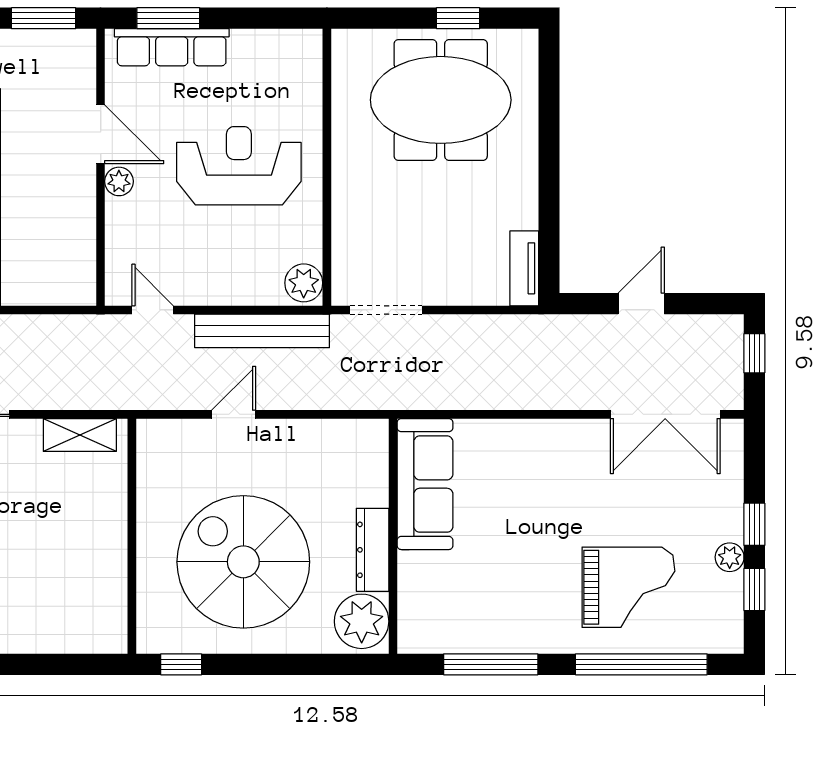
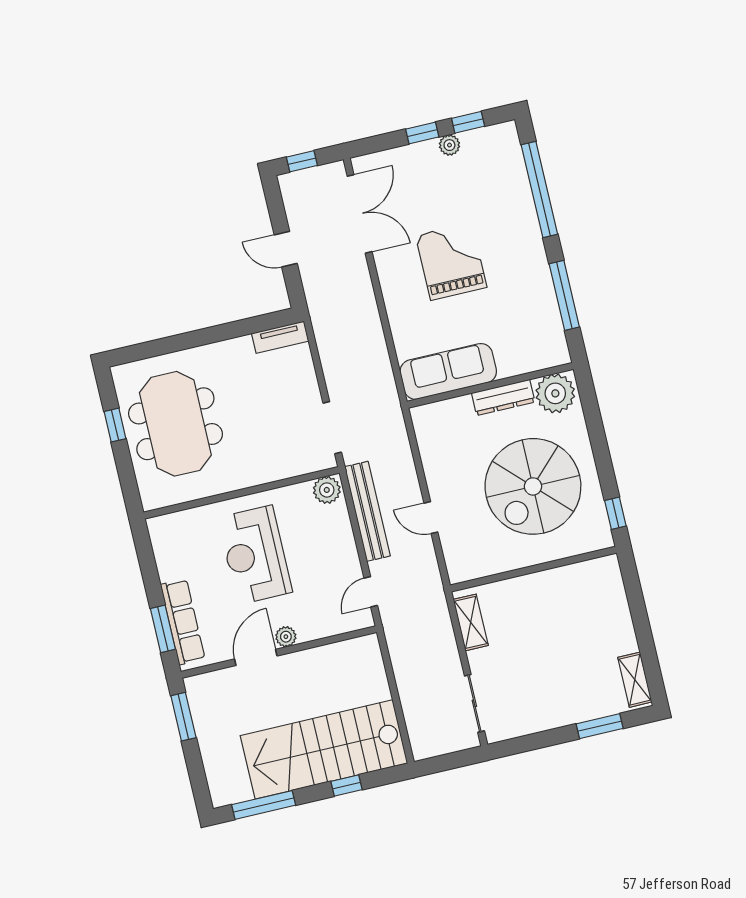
grand piano: (628, 587) -> (451, 261), moved

